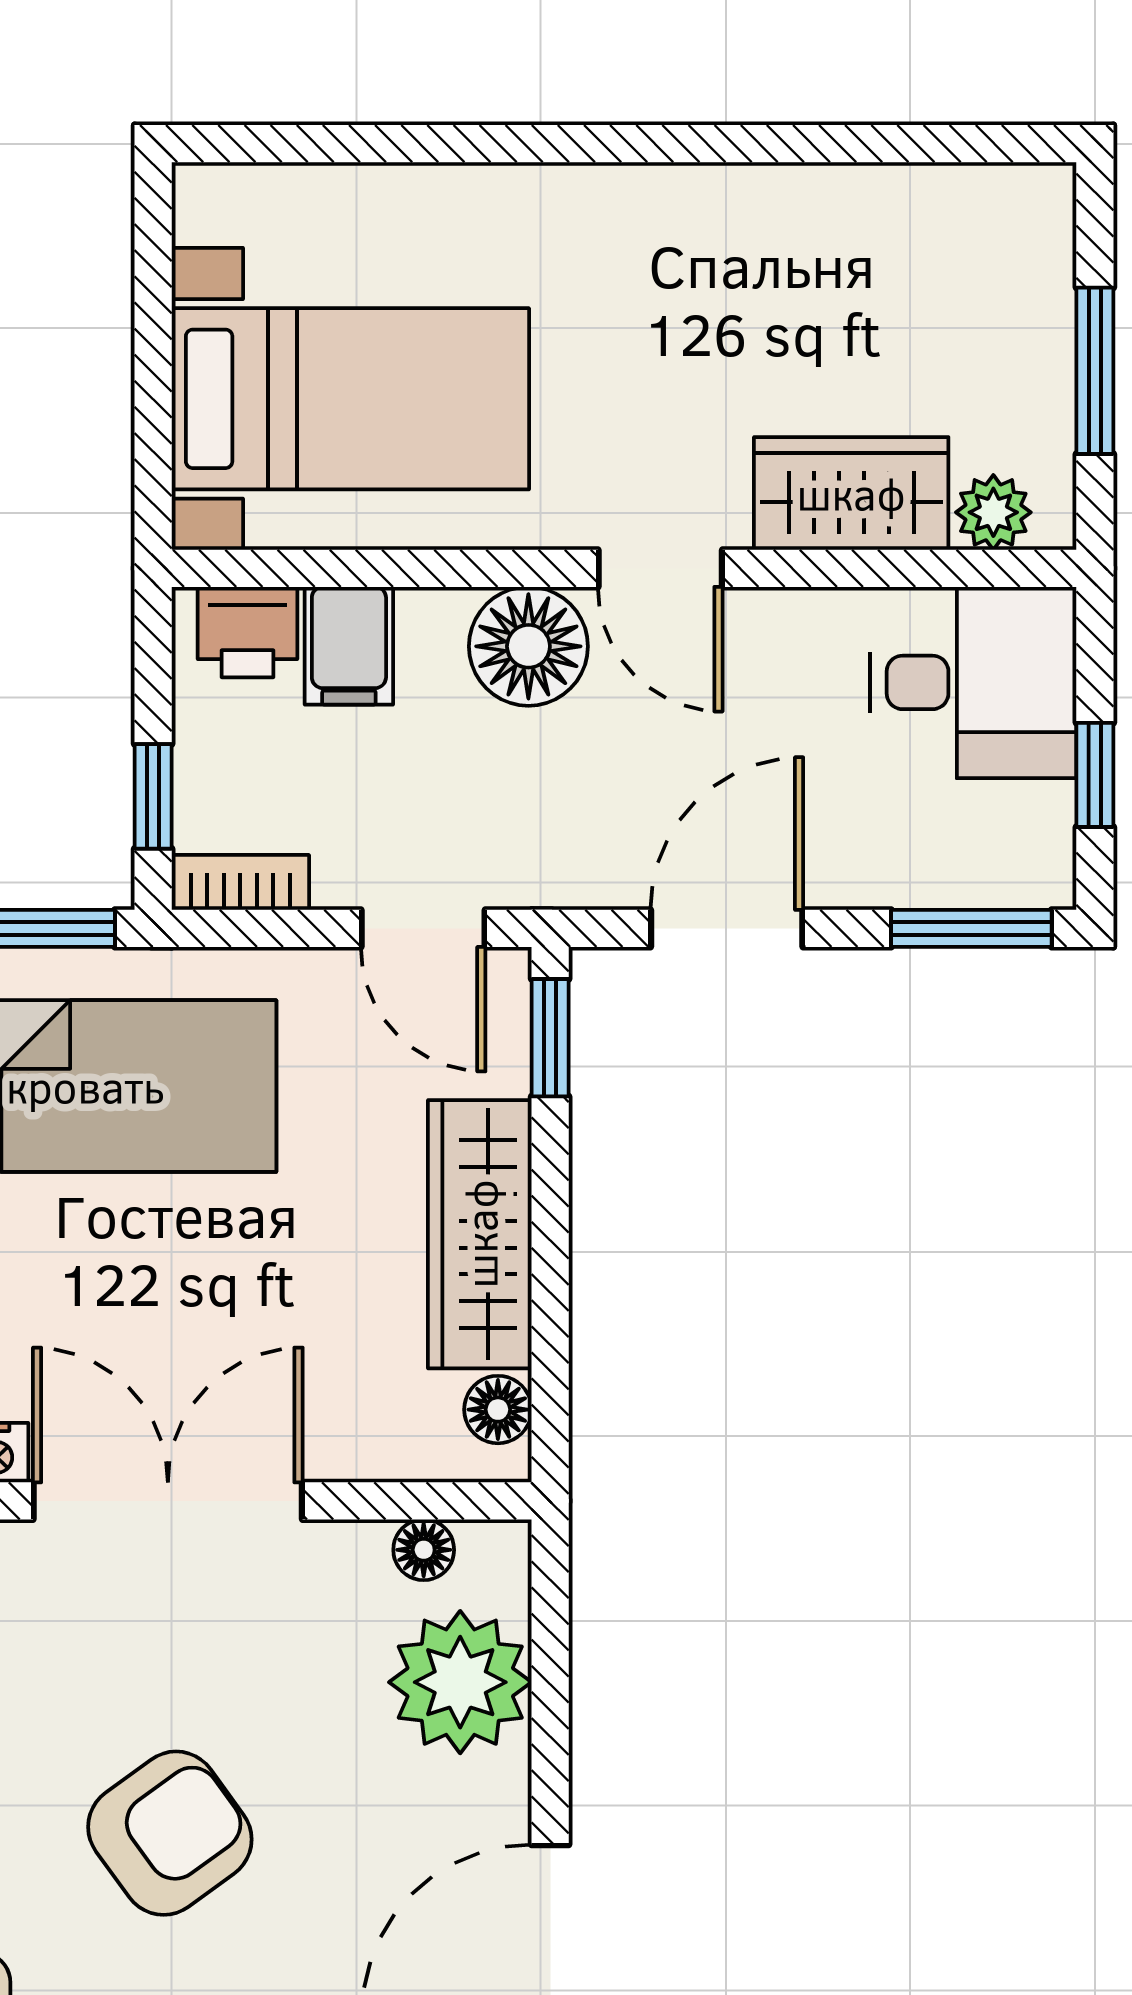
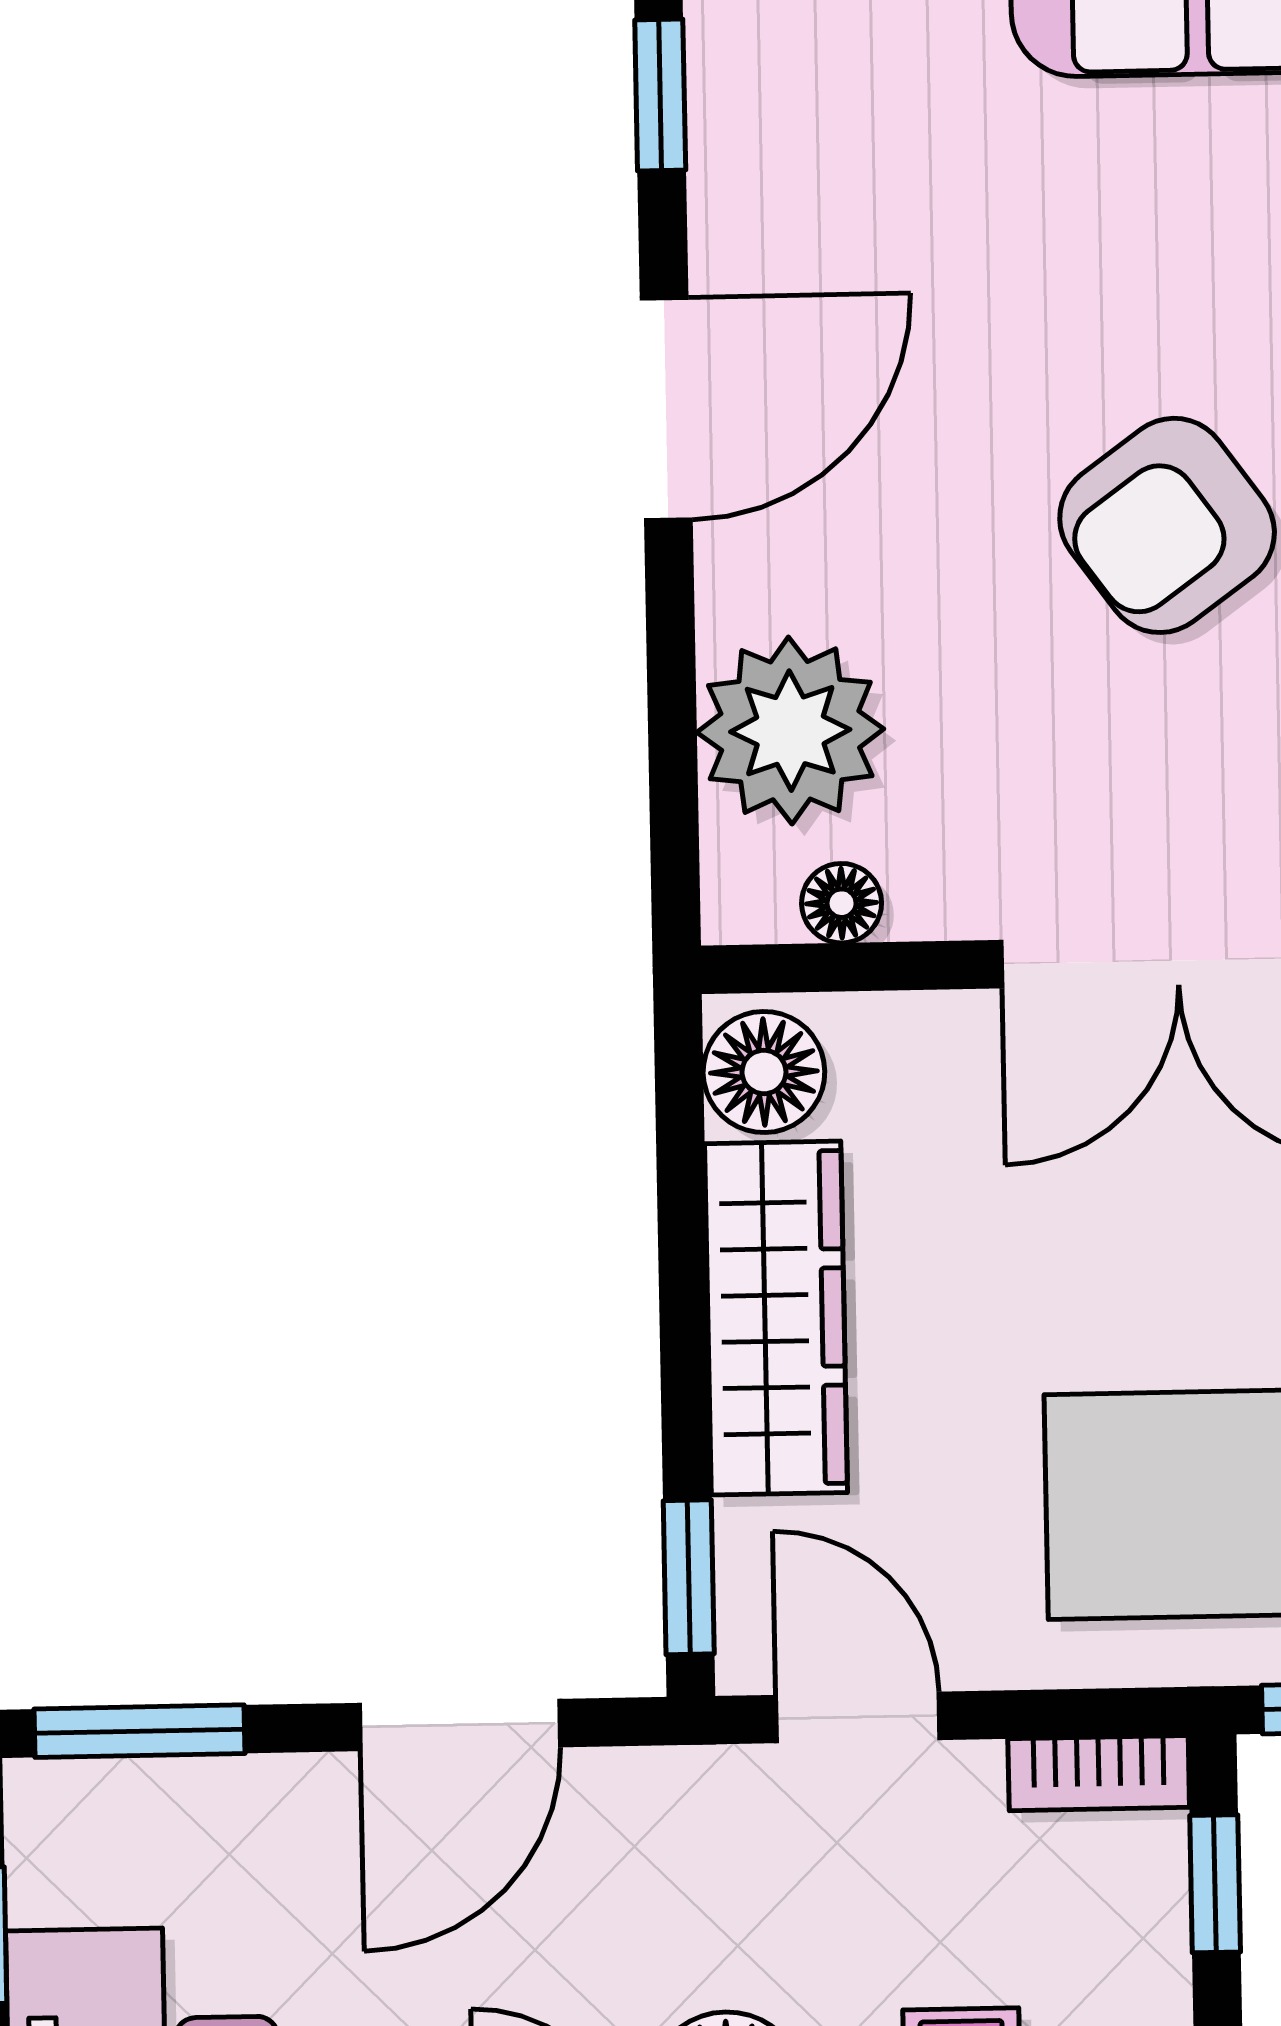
floor lamp: (498, 1410) -> (764, 1072), width x1.37, depth x1.37

